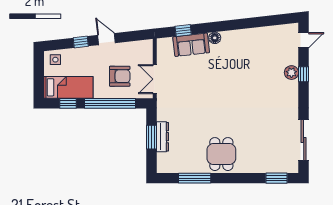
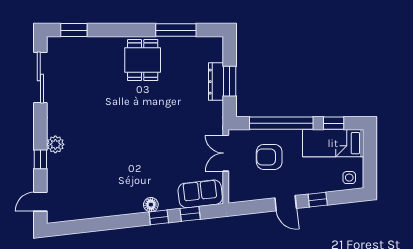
window: (208, 28) -> (159, 217), added
sofa: (191, 45) -> (200, 194), moved
plant: (291, 73) -> (55, 144), moved
double door: (155, 79) -> (226, 153), swing flipped

